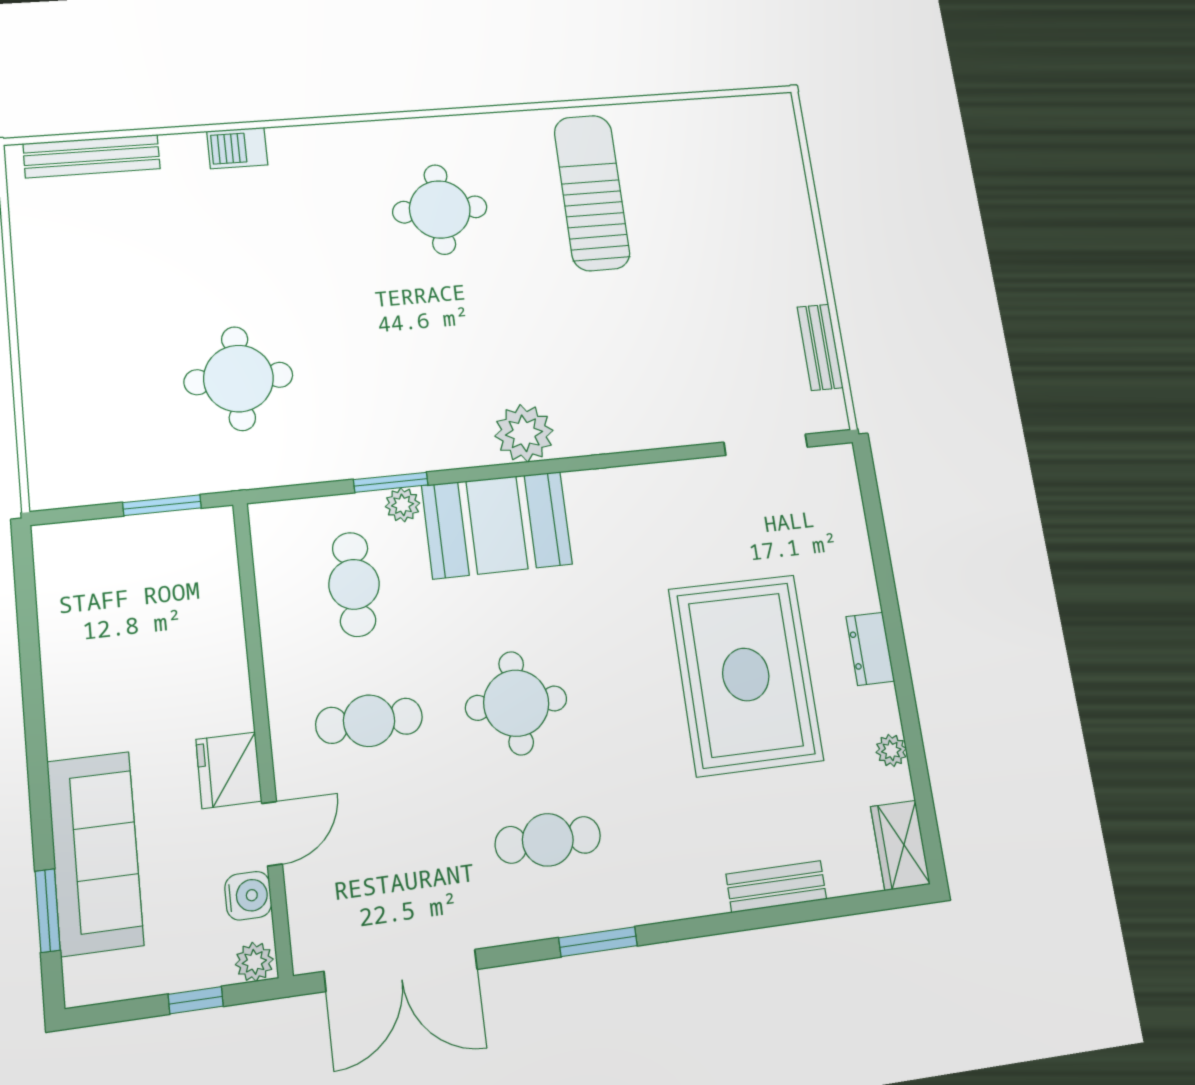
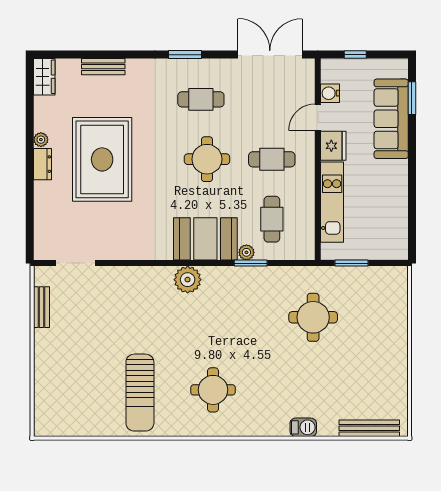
kitchen unit: (220, 638) -> (332, 202), added
plant: (891, 750) -> (41, 140), moved
plant: (254, 962) -> (330, 66), removed

